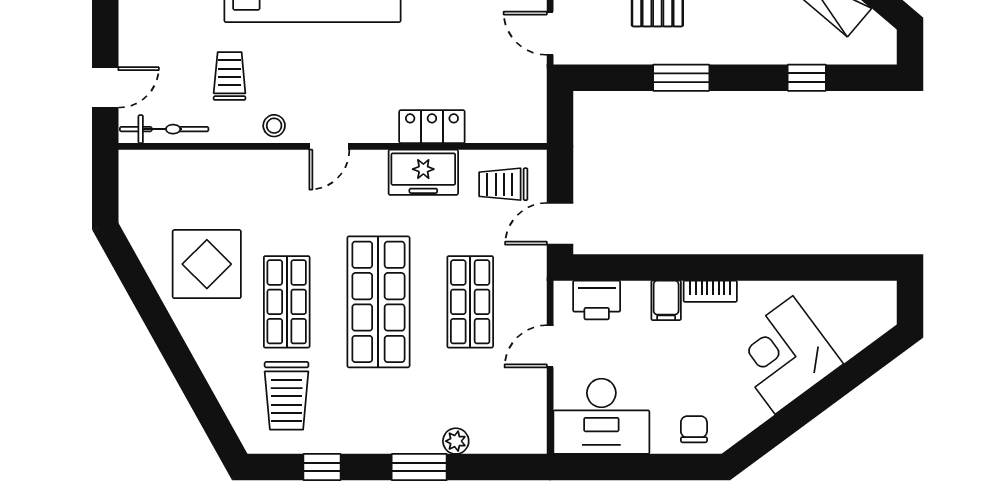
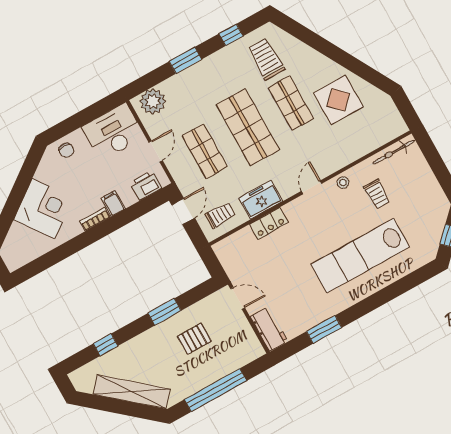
door: (105, 87) -> (432, 156), removed
plant: (456, 441) -> (153, 102), moved, width x1.88, depth x1.88

